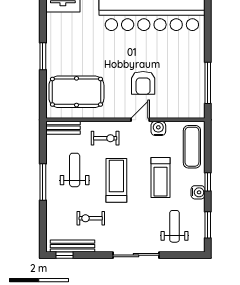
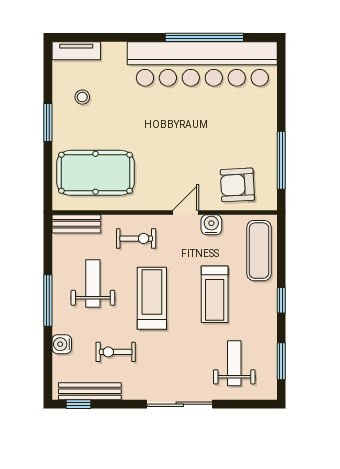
stool: (67, 38) -> (82, 97), added
armchair: (143, 83) -> (237, 185), moved, turned 87
water cooler: (198, 192) -> (62, 344), moved, turned 180

